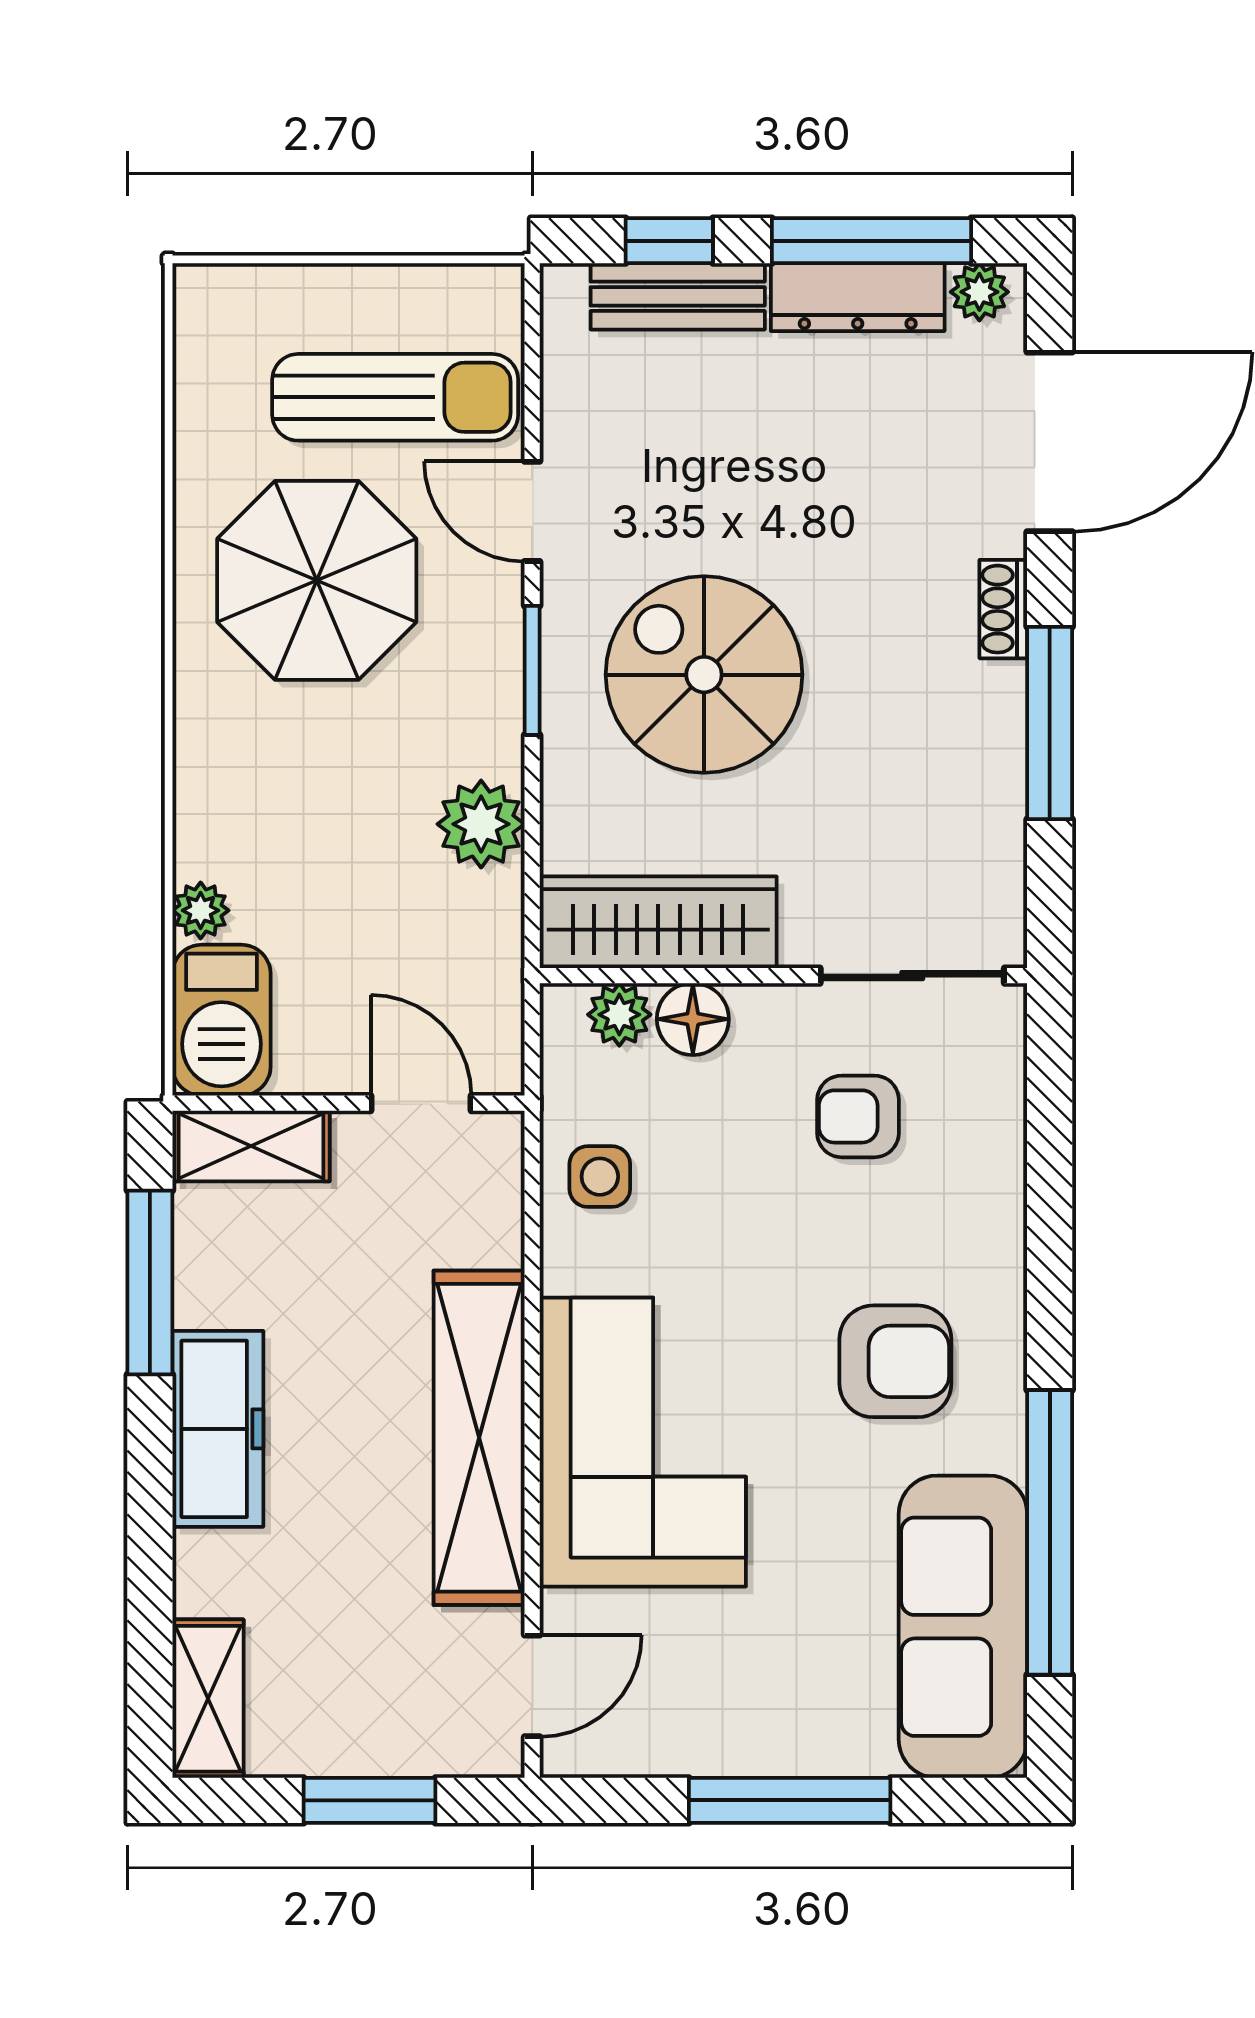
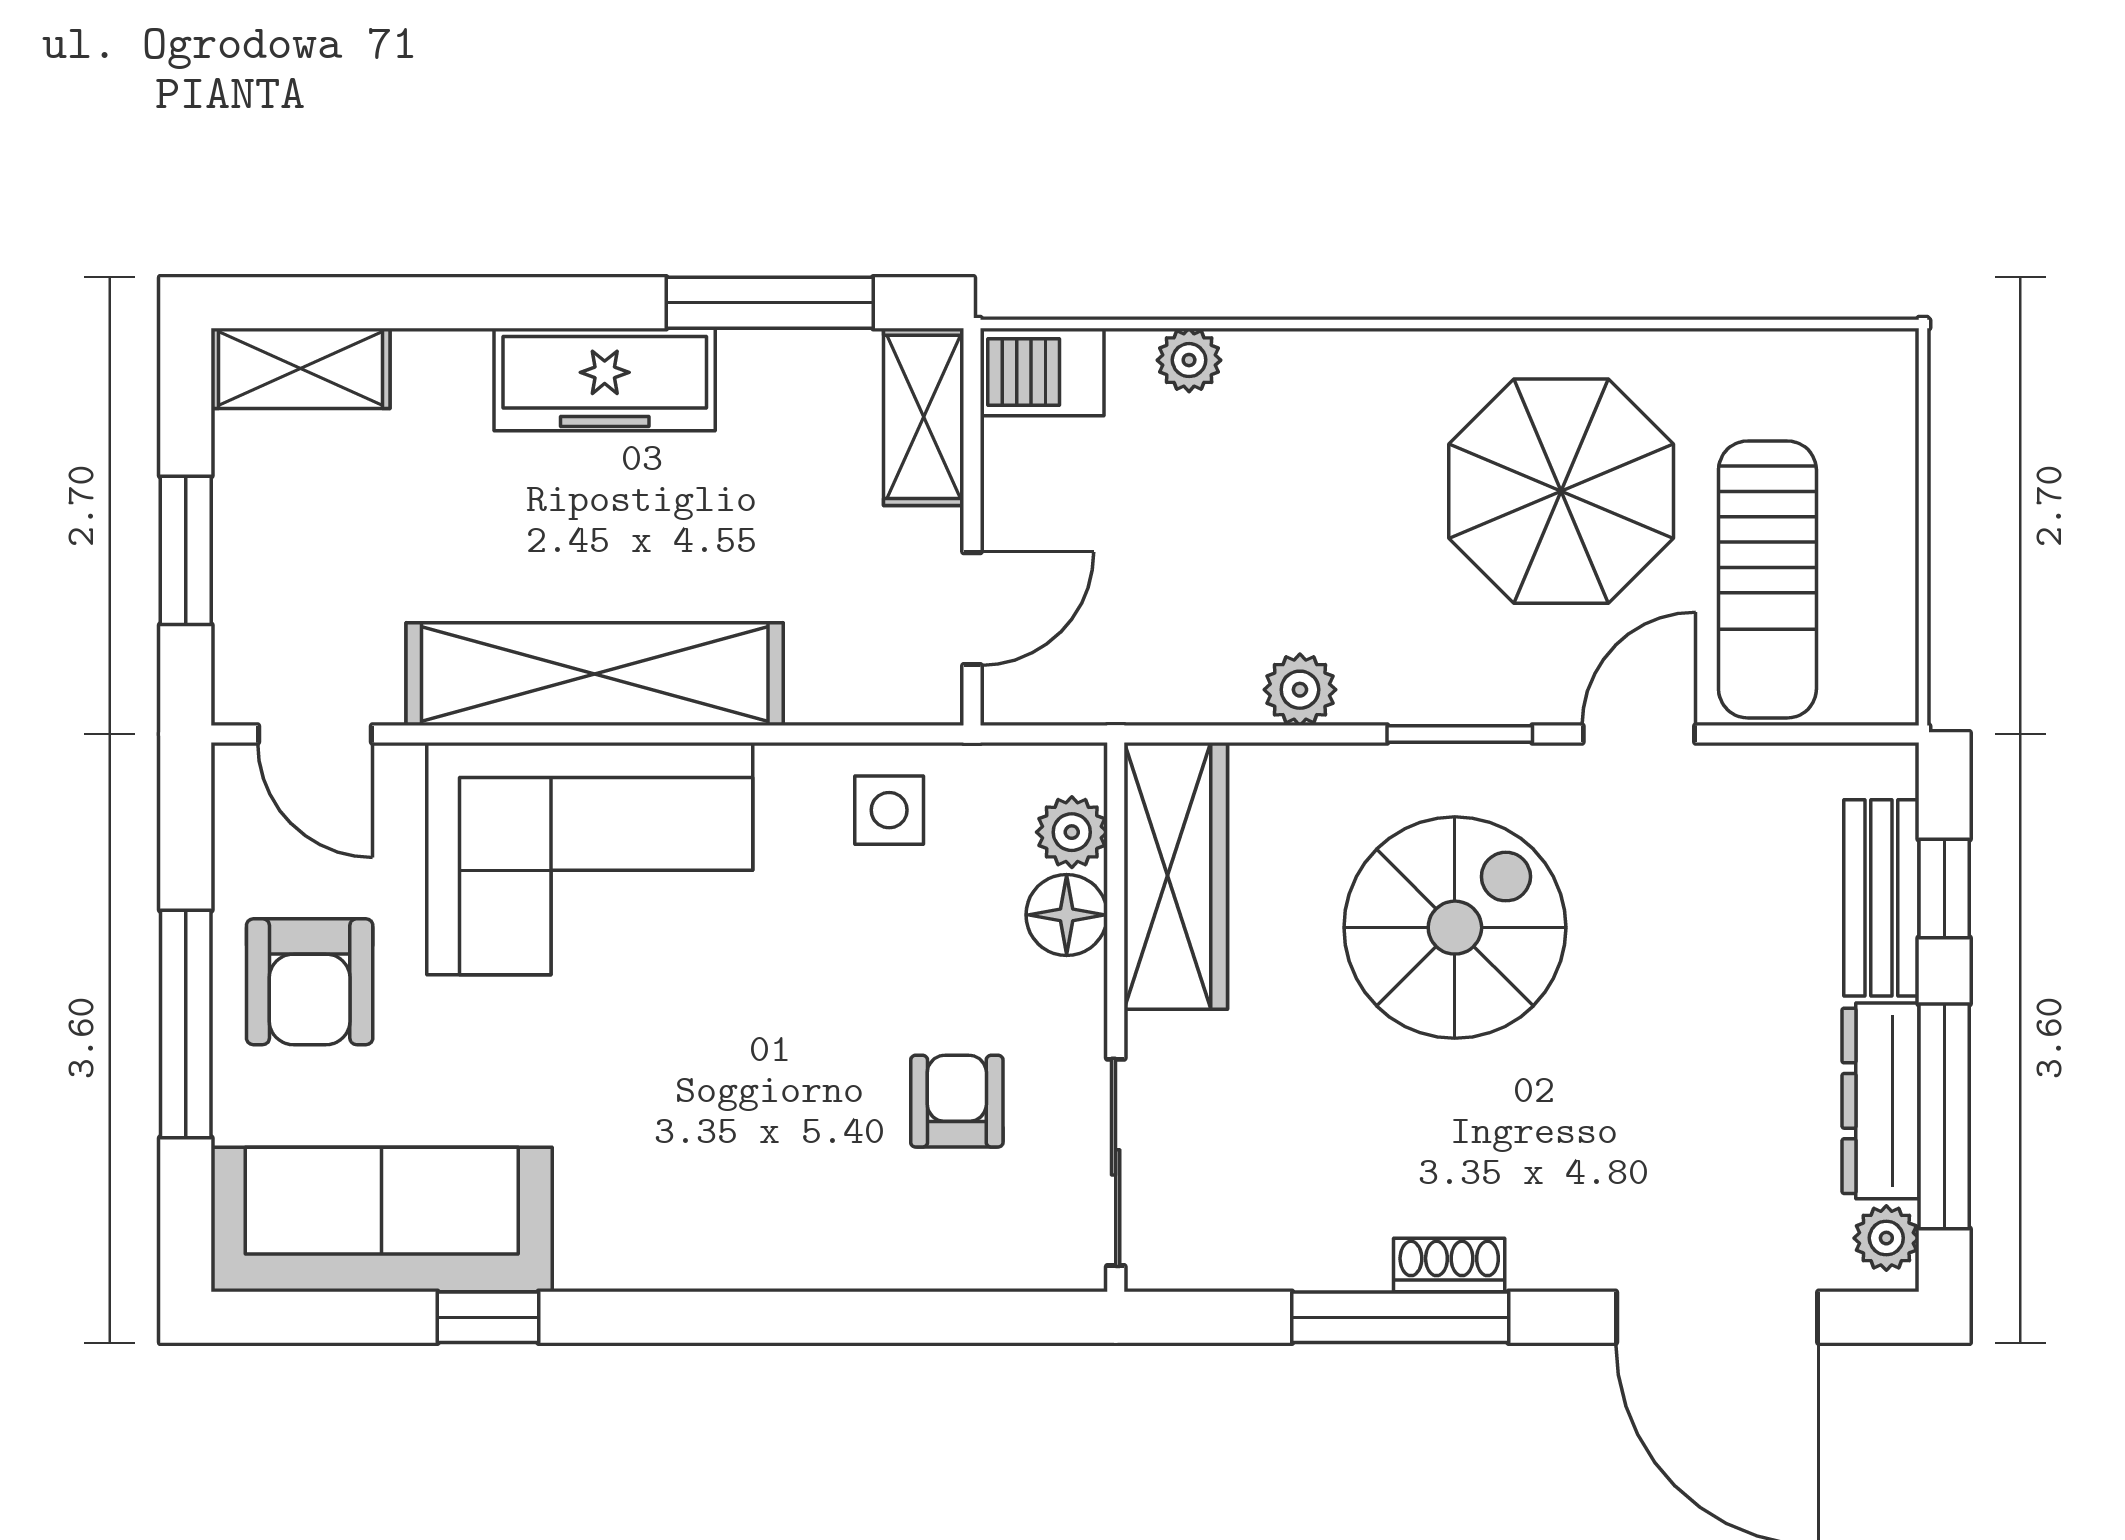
shoe rack: (1003, 609) -> (1449, 1265), moved
plant: (481, 824) -> (1300, 690), width x0.73, depth x0.73
barbecue: (221, 1020) -> (1042, 372), width x0.73, depth x0.79
armchair: (895, 1361) -> (310, 982), moved
window: (1050, 1532) -> (488, 1317), width x0.32

